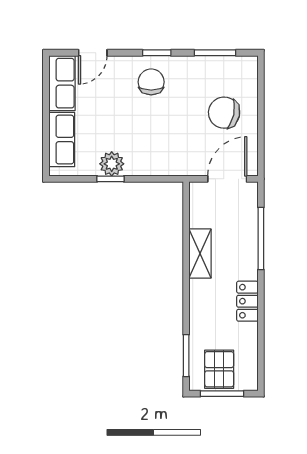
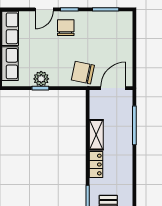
door: (93, 53) -> (44, 9), moved
chair: (224, 113) -> (83, 73), moved
locker: (247, 301) -> (96, 165), moved, turned 180

